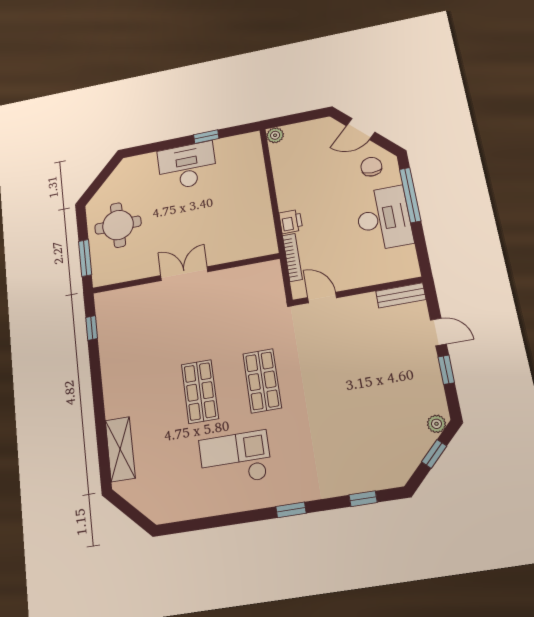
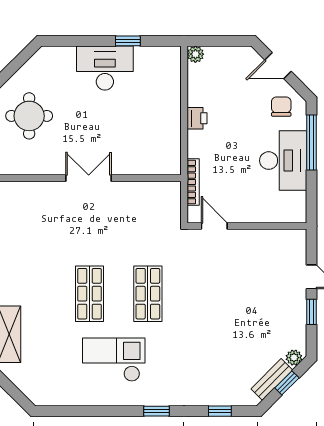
printer: (291, 222) -> (197, 118), moved
bench: (401, 295) -> (272, 379), moved, turned -45

